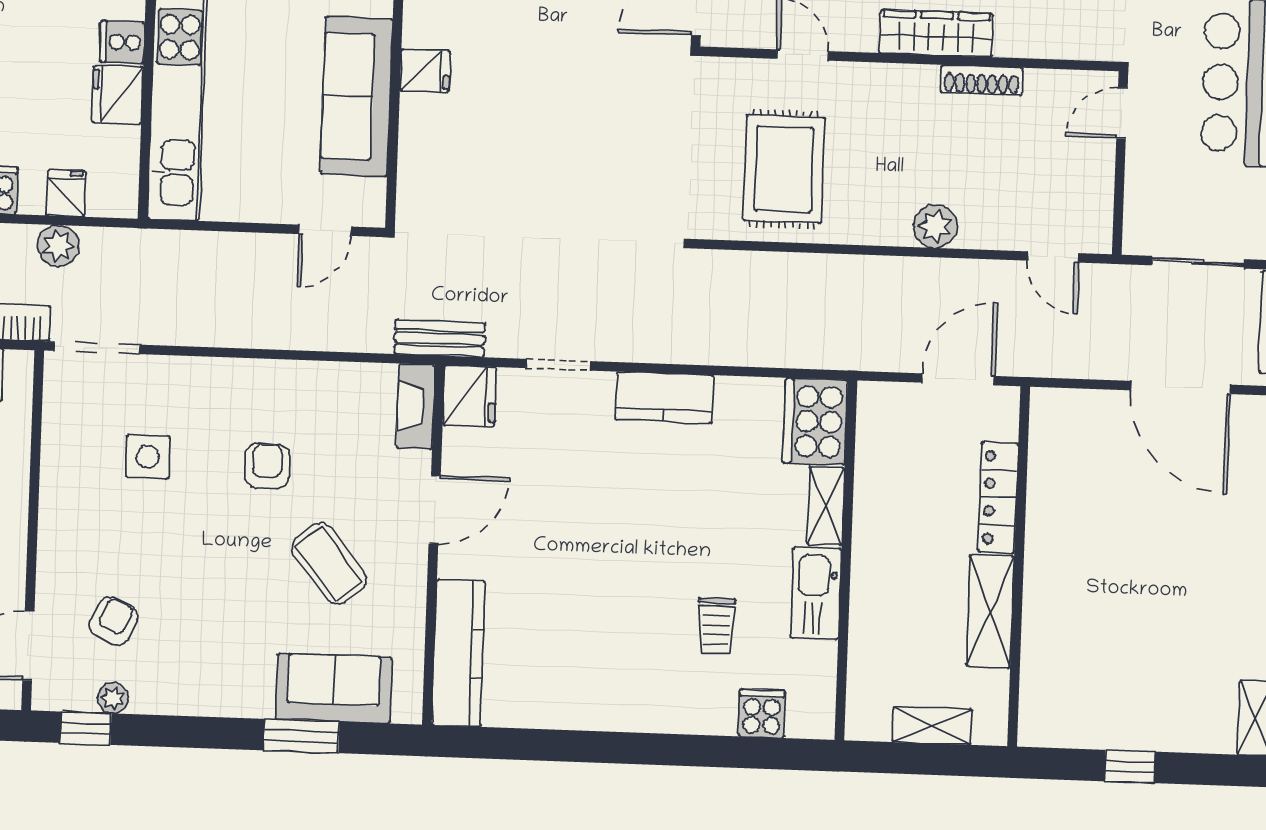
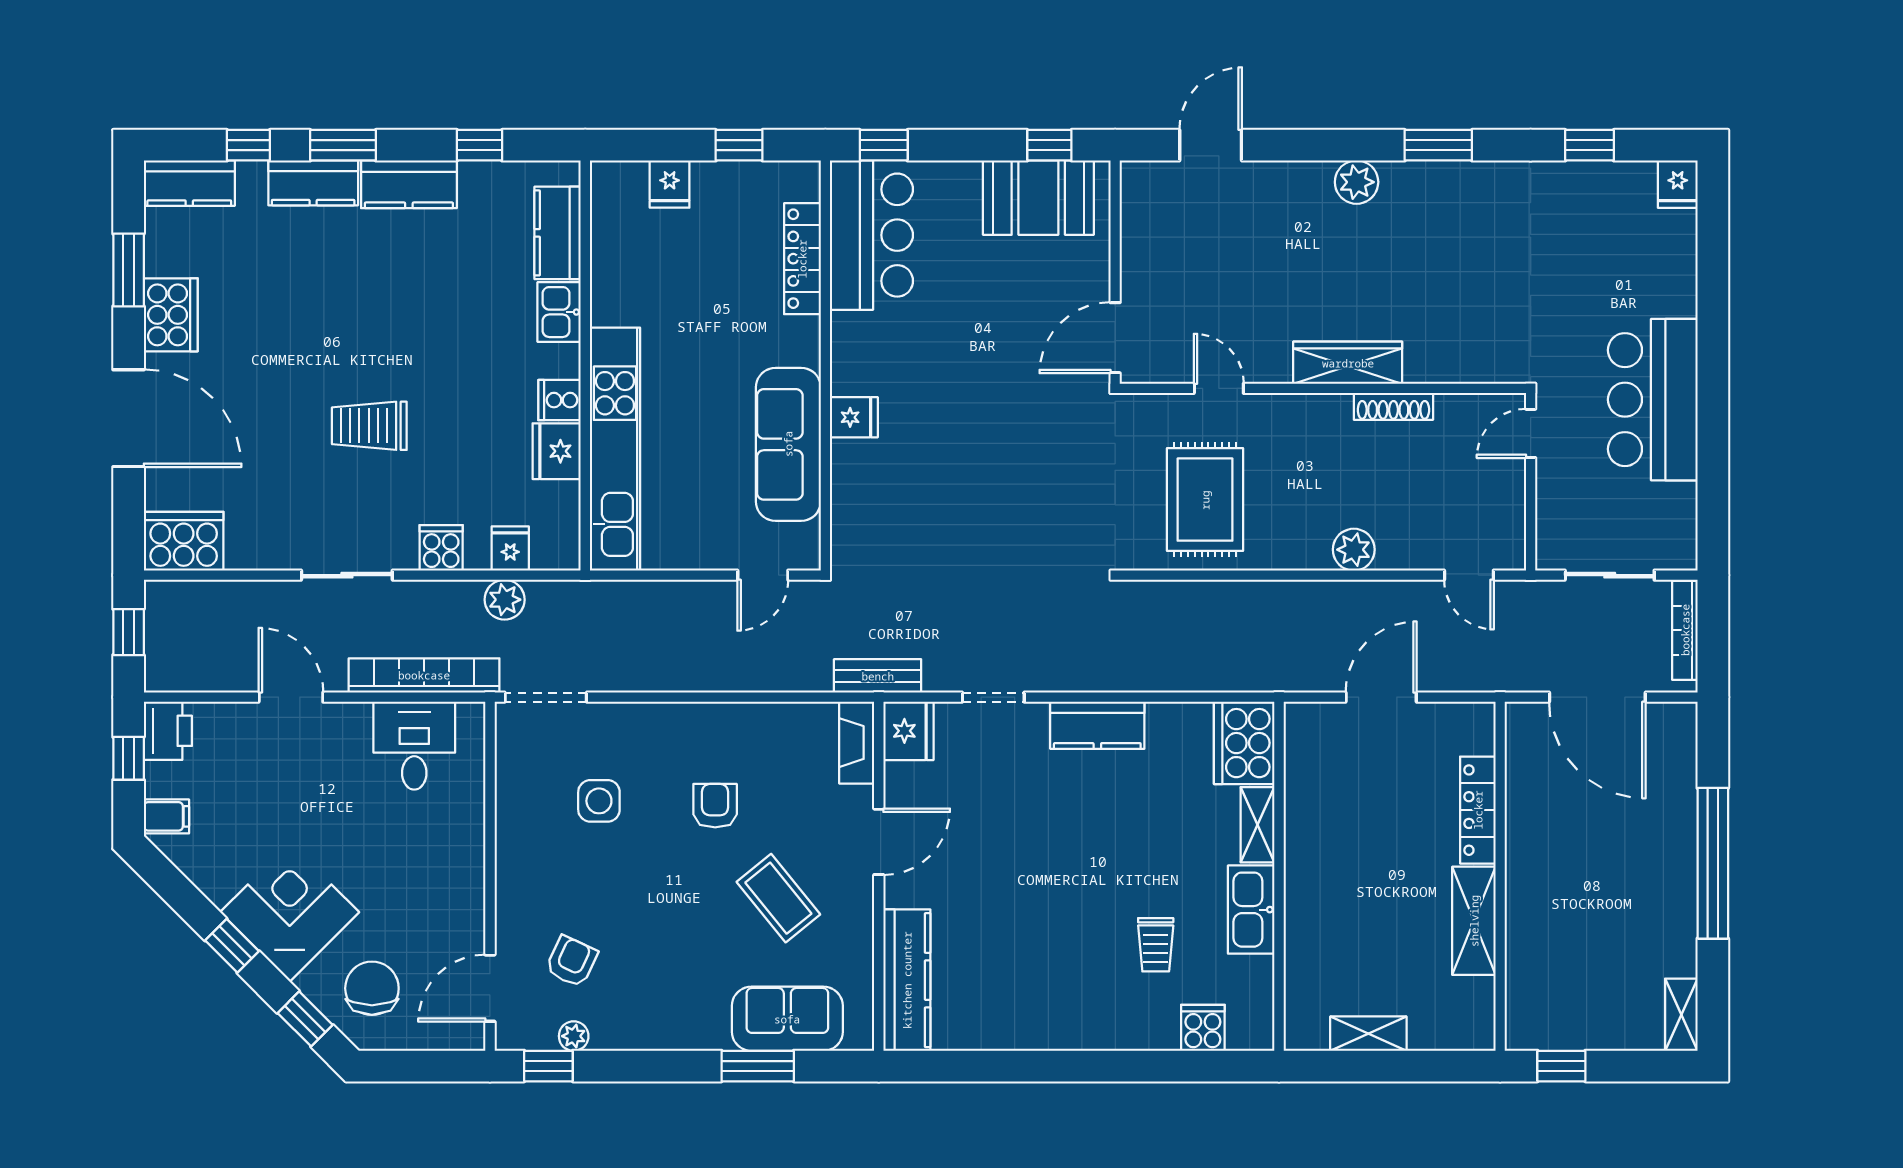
locker: (998, 497) -> (1478, 810), moved
wall: (1019, 566) -> (1500, 876), moved
shelving: (990, 611) -> (1474, 921), moved

